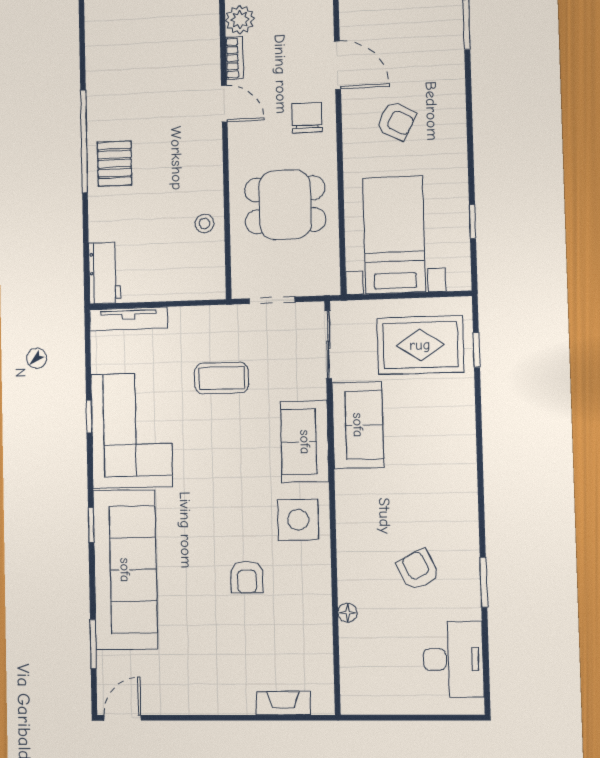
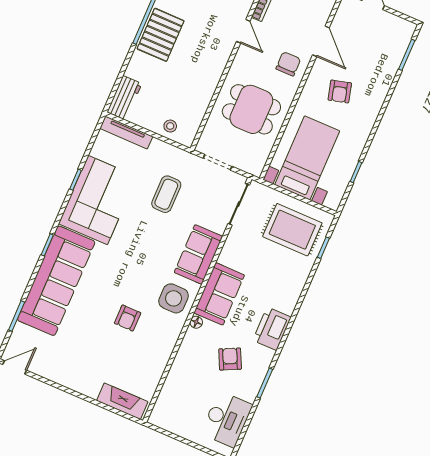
armchair: (396, 121) -> (340, 91), turned 47
pallet: (115, 164) -> (161, 35), width x1.50, depth x1.42
stool: (204, 223) -> (170, 126), moved
coffee table: (222, 378) -> (166, 194), turned 90
sofa: (358, 425) -> (219, 294), moved
printer: (457, 499) -> (272, 329), added
floor lamp: (347, 613) -> (196, 322), moved
fireplace: (283, 703) -> (122, 401), width x1.37, depth x1.32

